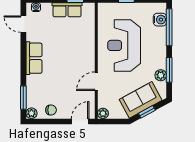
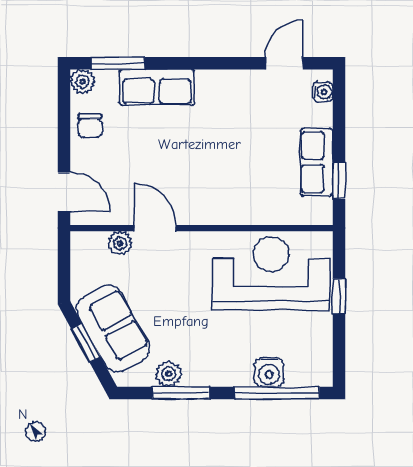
water cooler: (160, 20) -> (269, 372), moved
reception desk: (124, 45) -> (271, 273), moved
row of seats: (34, 58) -> (157, 87), moved
plant: (103, 113) -> (120, 243), moved

